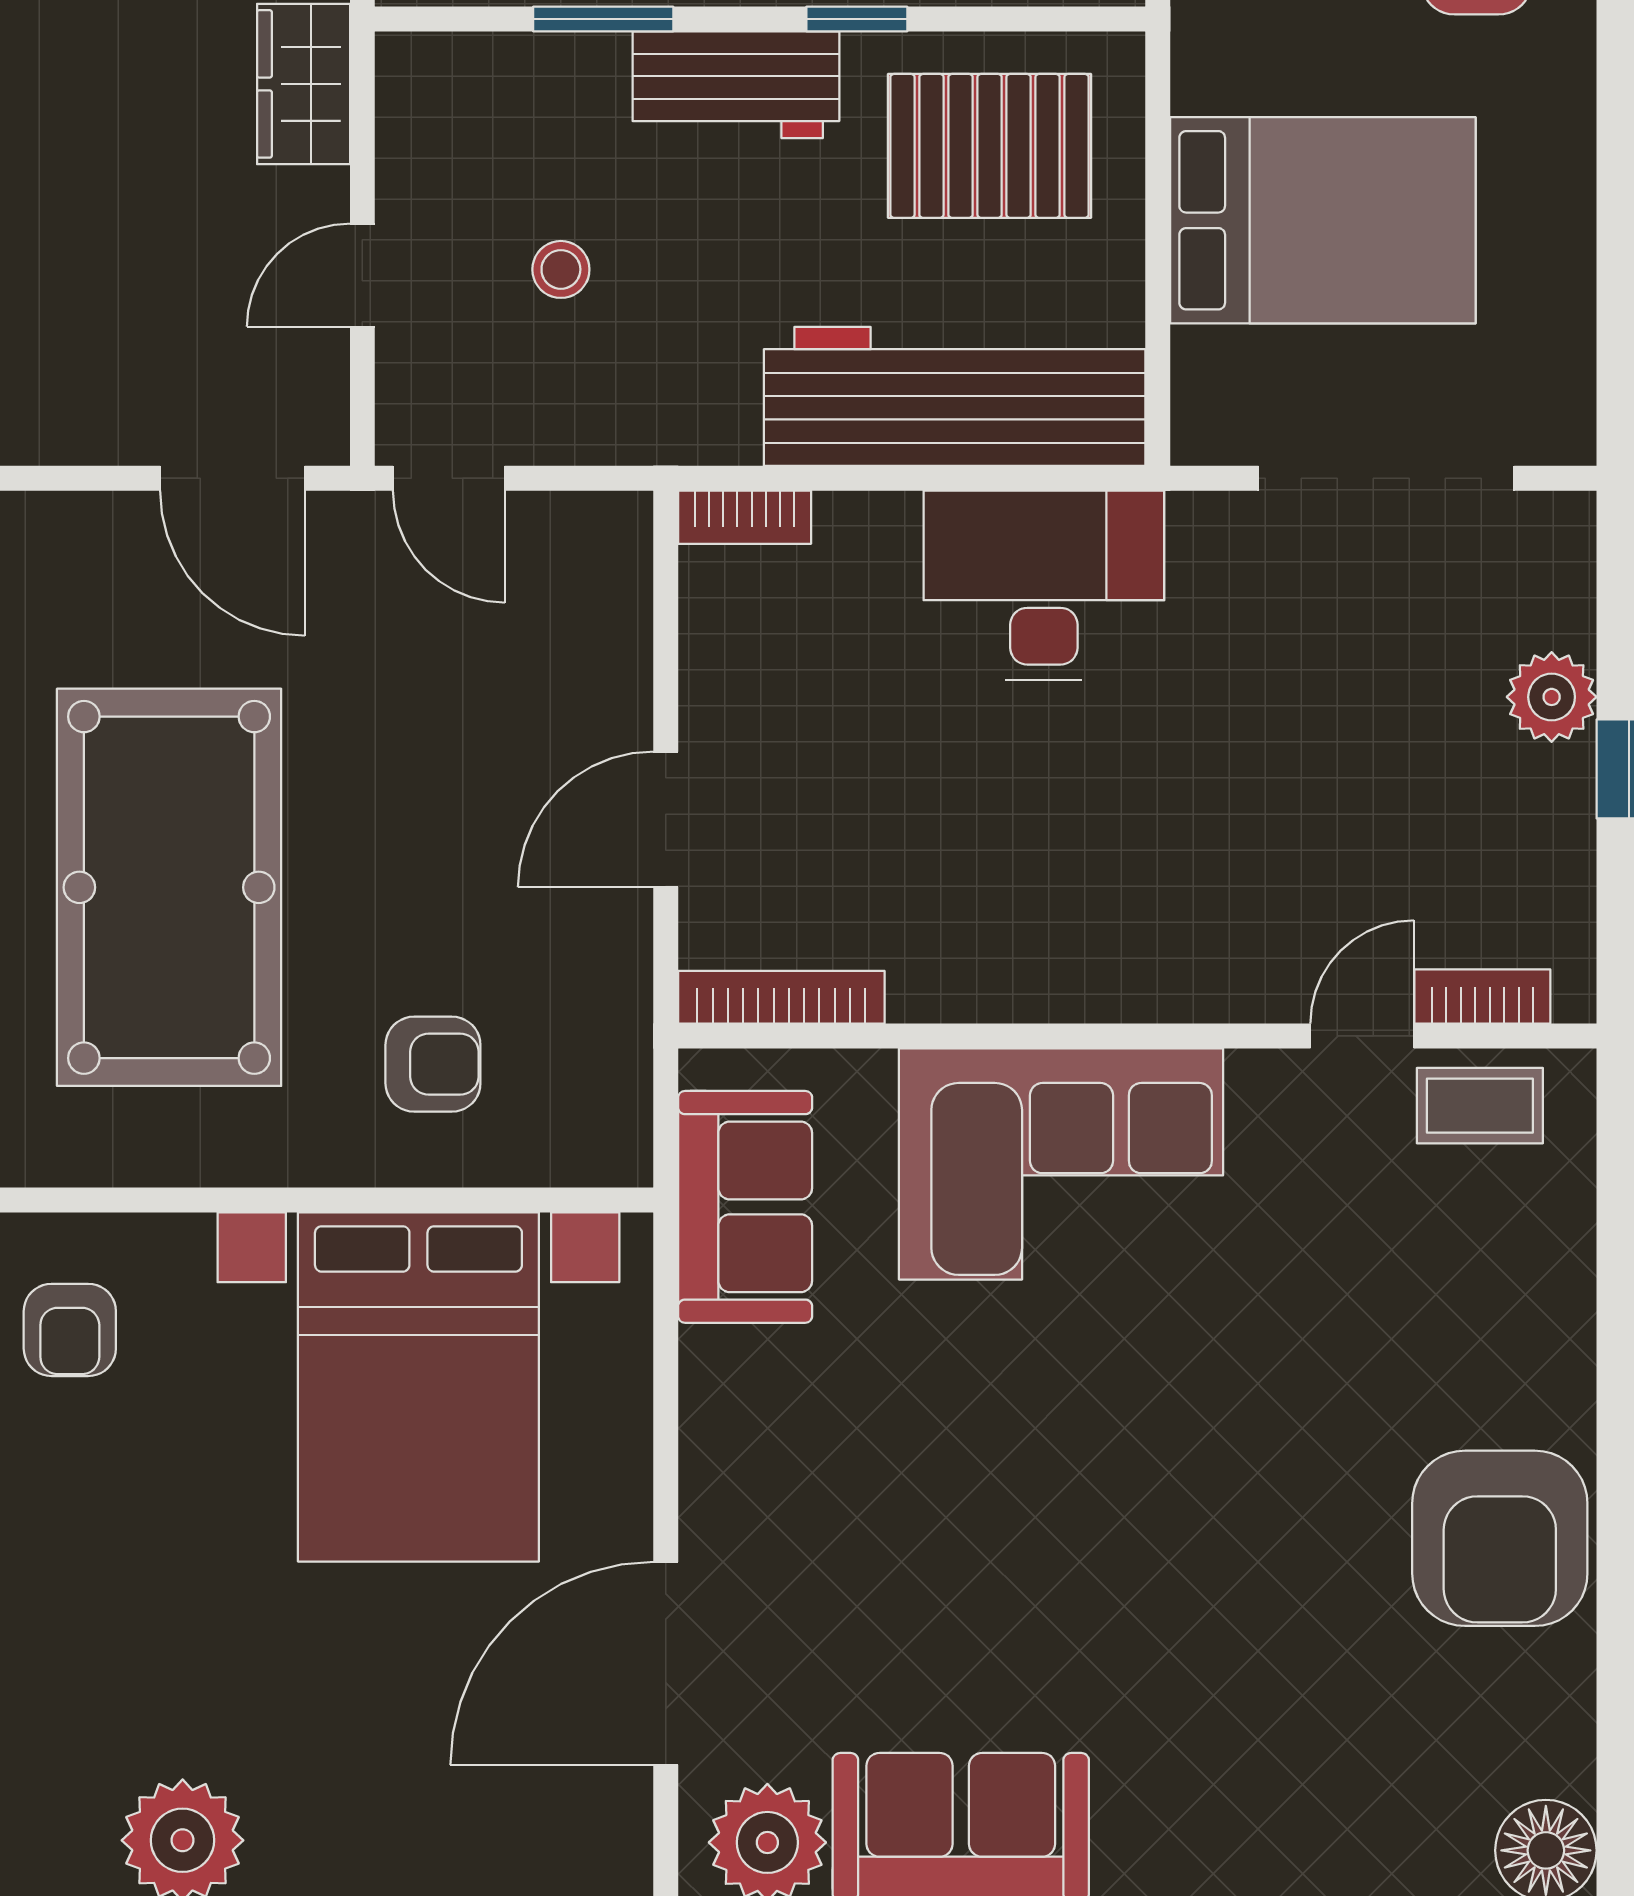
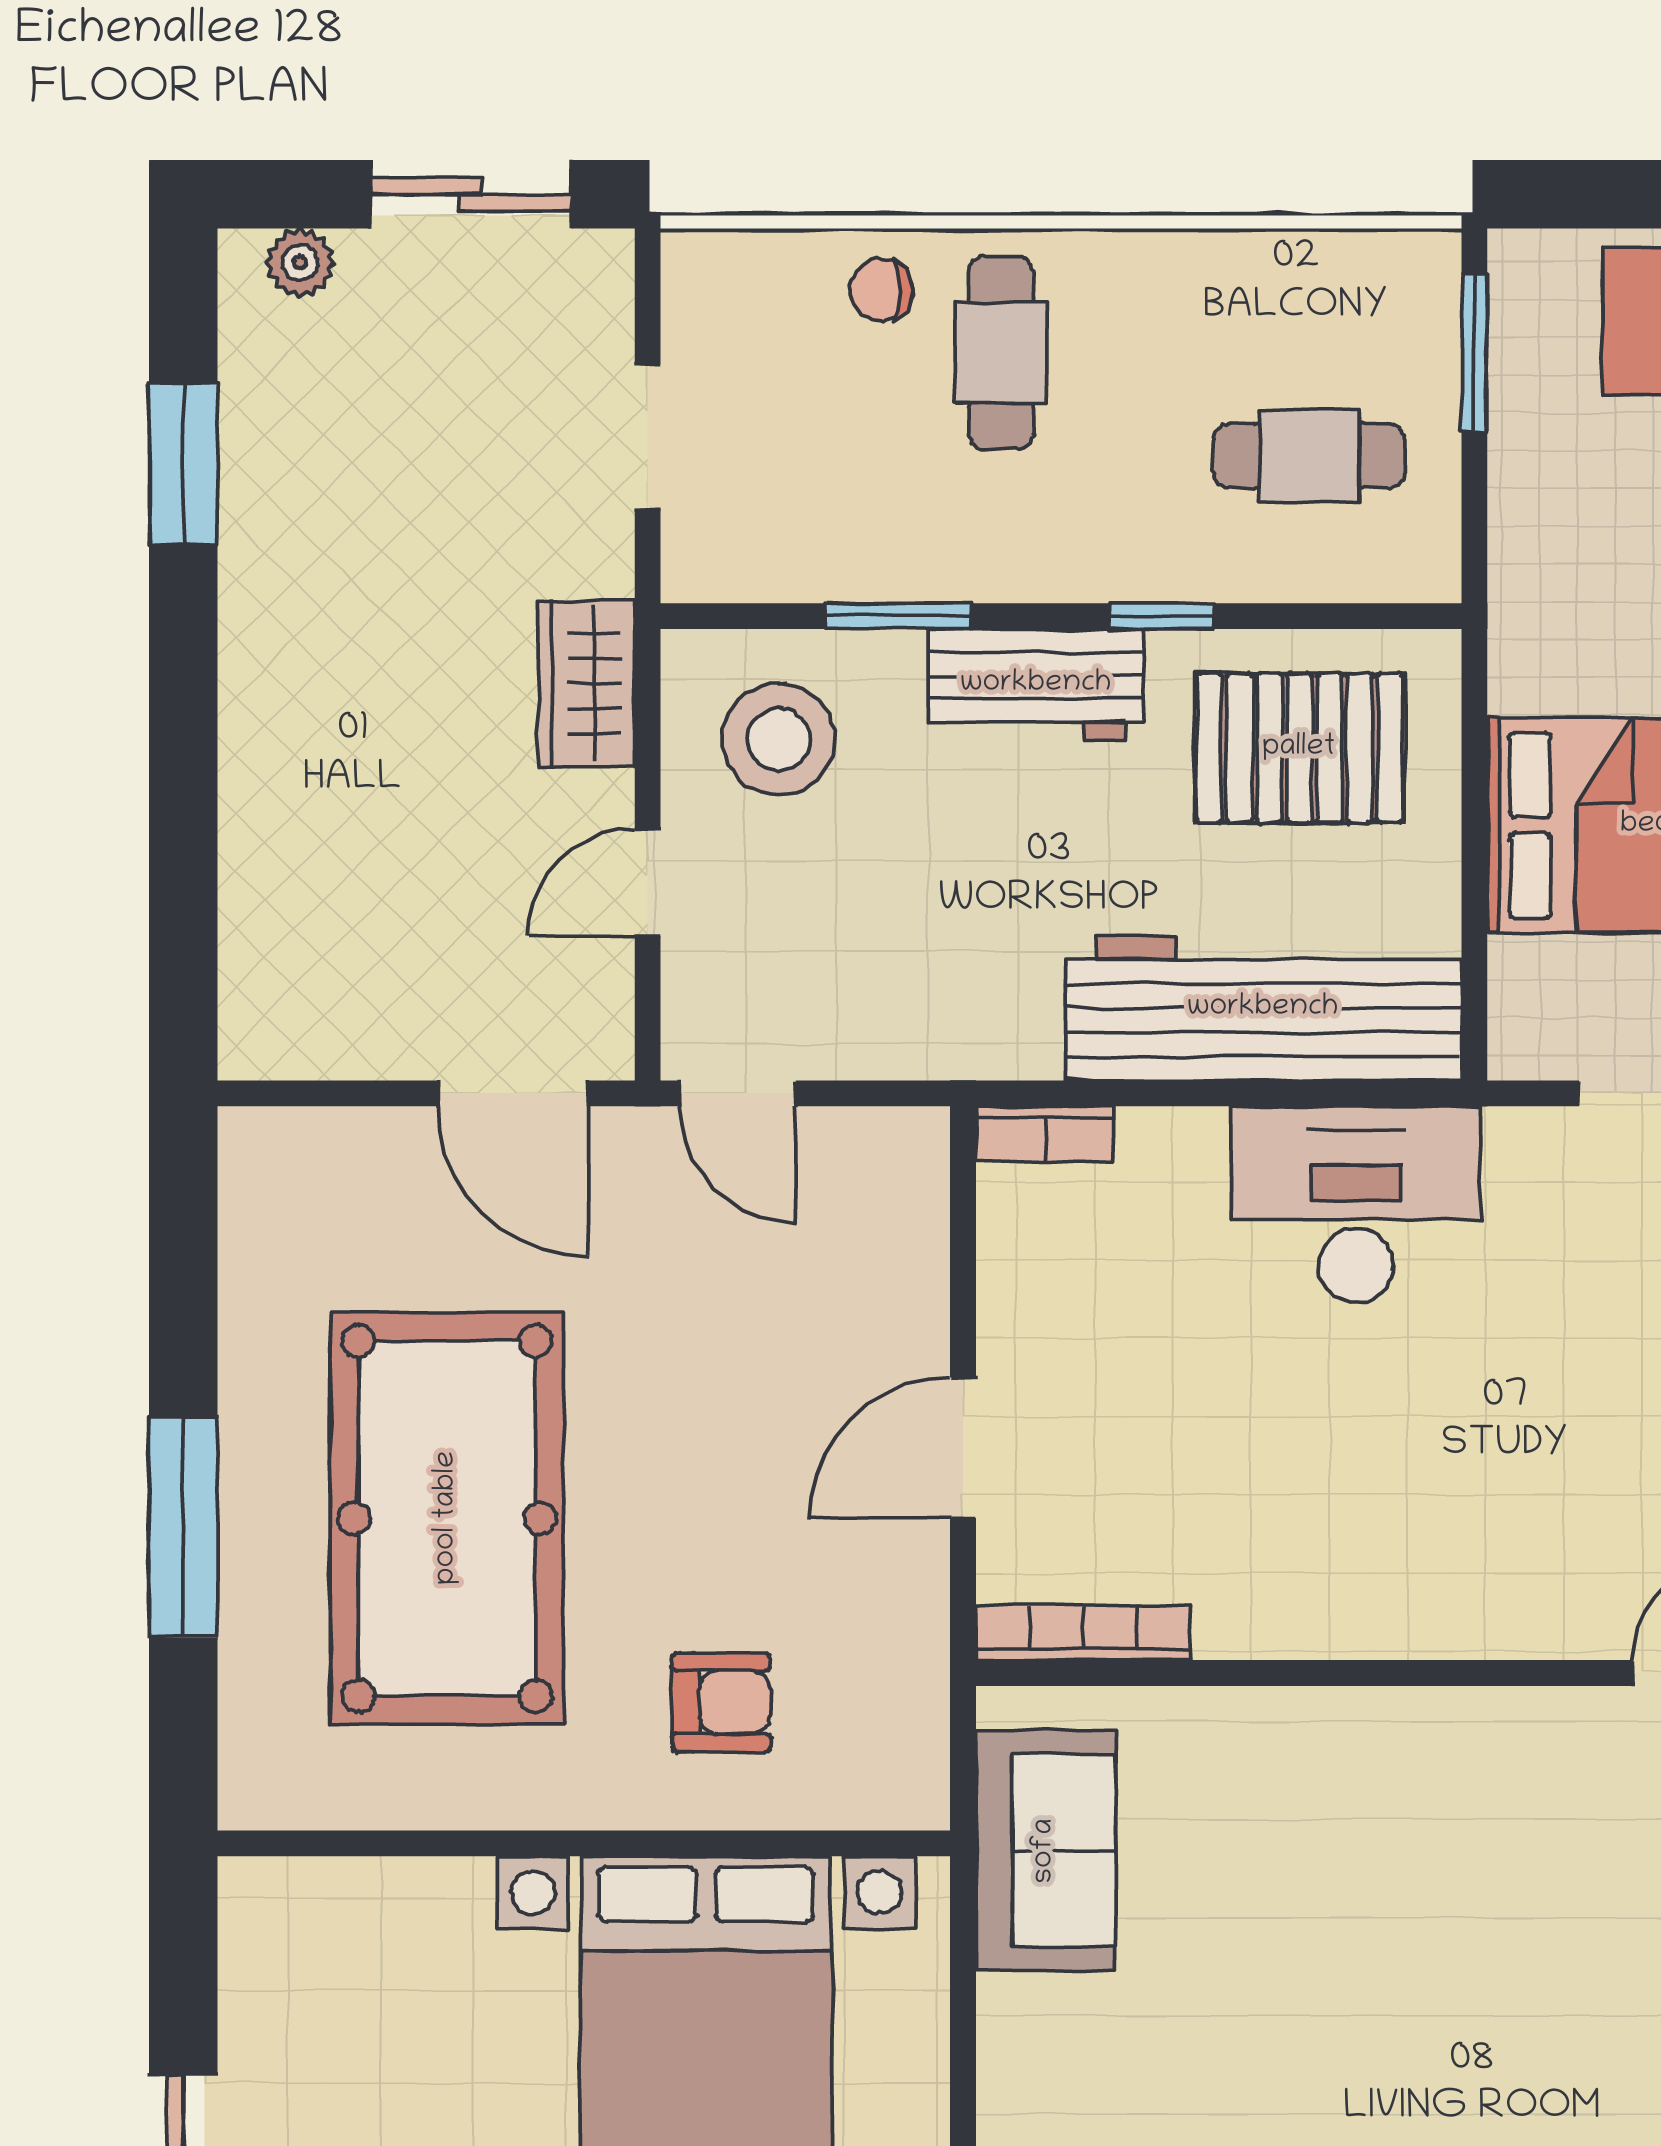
stool: (561, 269) -> (779, 739), moved, width x1.89, depth x1.89
corner sofa: (1061, 1164) -> (1374, 1806), removed
armchair: (70, 1330) -> (344, 1978), removed

